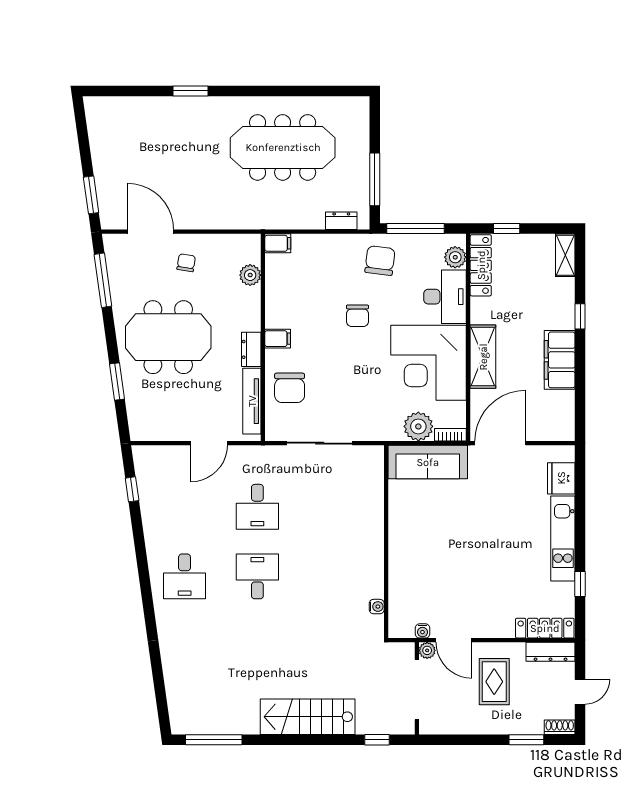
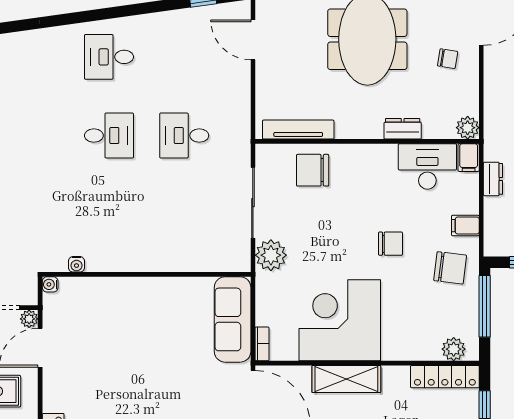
dresser: (341, 221) -> (493, 179), moved
plant: (250, 275) -> (468, 128), moved
desk: (445, 297) -> (427, 166), moved, turned 180
chair: (358, 316) -> (390, 244), turned 180
filing cabinet: (278, 339) -> (465, 226), moved, turned 90
dresser: (251, 349) -> (403, 129), moved
plant: (418, 426) -> (271, 255), moved
door: (209, 443) -> (253, 40), moved
water cooler: (422, 631) -> (50, 284), moved

